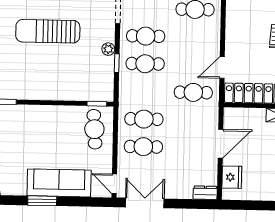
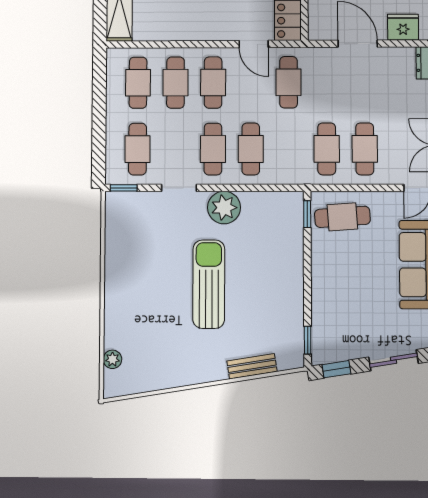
sun lounger: (48, 31) -> (209, 284), turned 180
cafe table: (194, 37) -> (213, 83), added
plant: (108, 49) -> (224, 208), width x1.88, depth x1.88
window: (117, 63) -> (251, 188), removed

